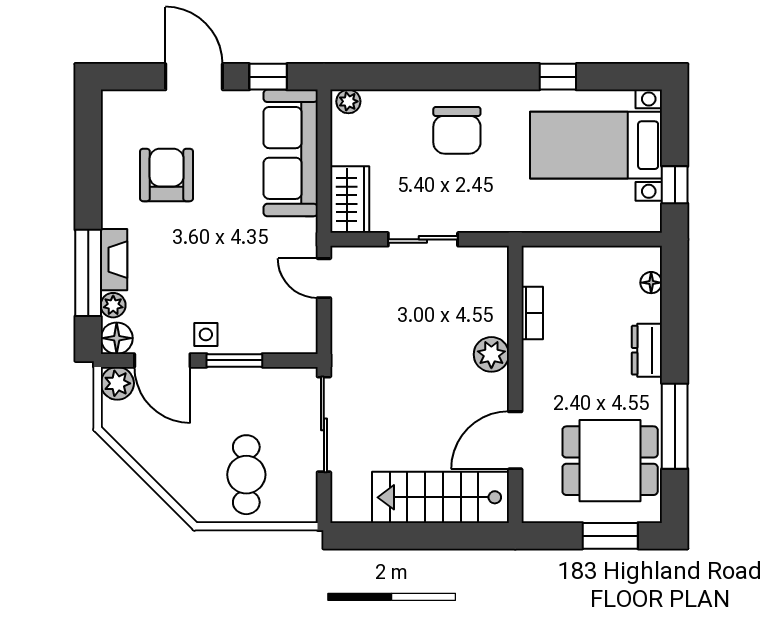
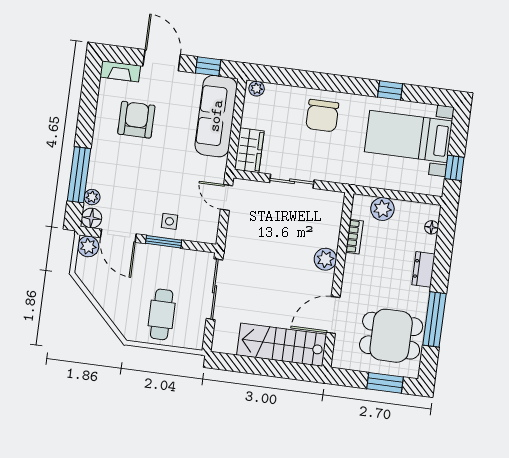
fireplace: (114, 260) -> (120, 71), moved, turned 90
plant: (570, 264) -> (382, 209), added
side table: (206, 334) -> (169, 221), moved

